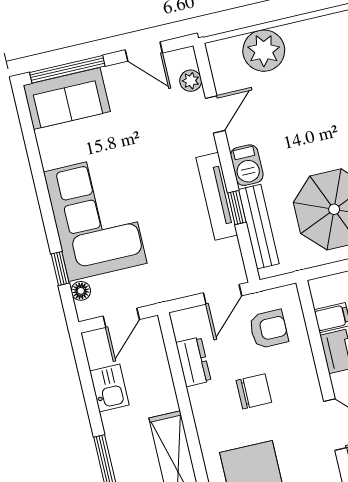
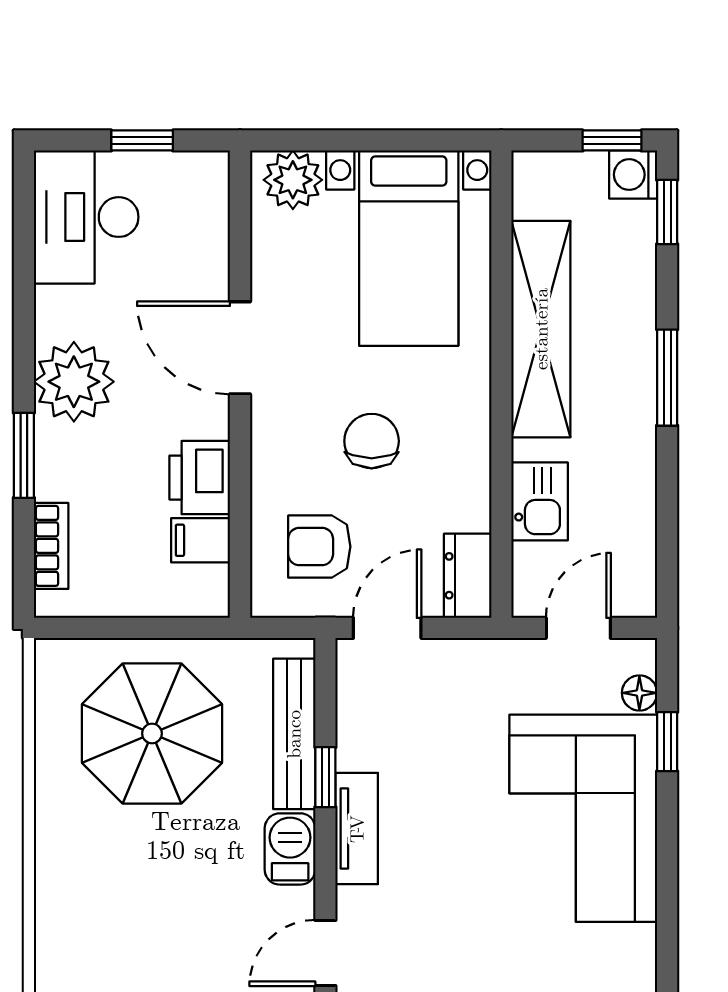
tv unit: (217, 196) -> (357, 829), width x0.71
dresser: (193, 362) -> (468, 576), moved
kitchen sink: (109, 388) -> (540, 501), moved, turned 180
chair: (254, 391) -> (372, 441), turned 90

